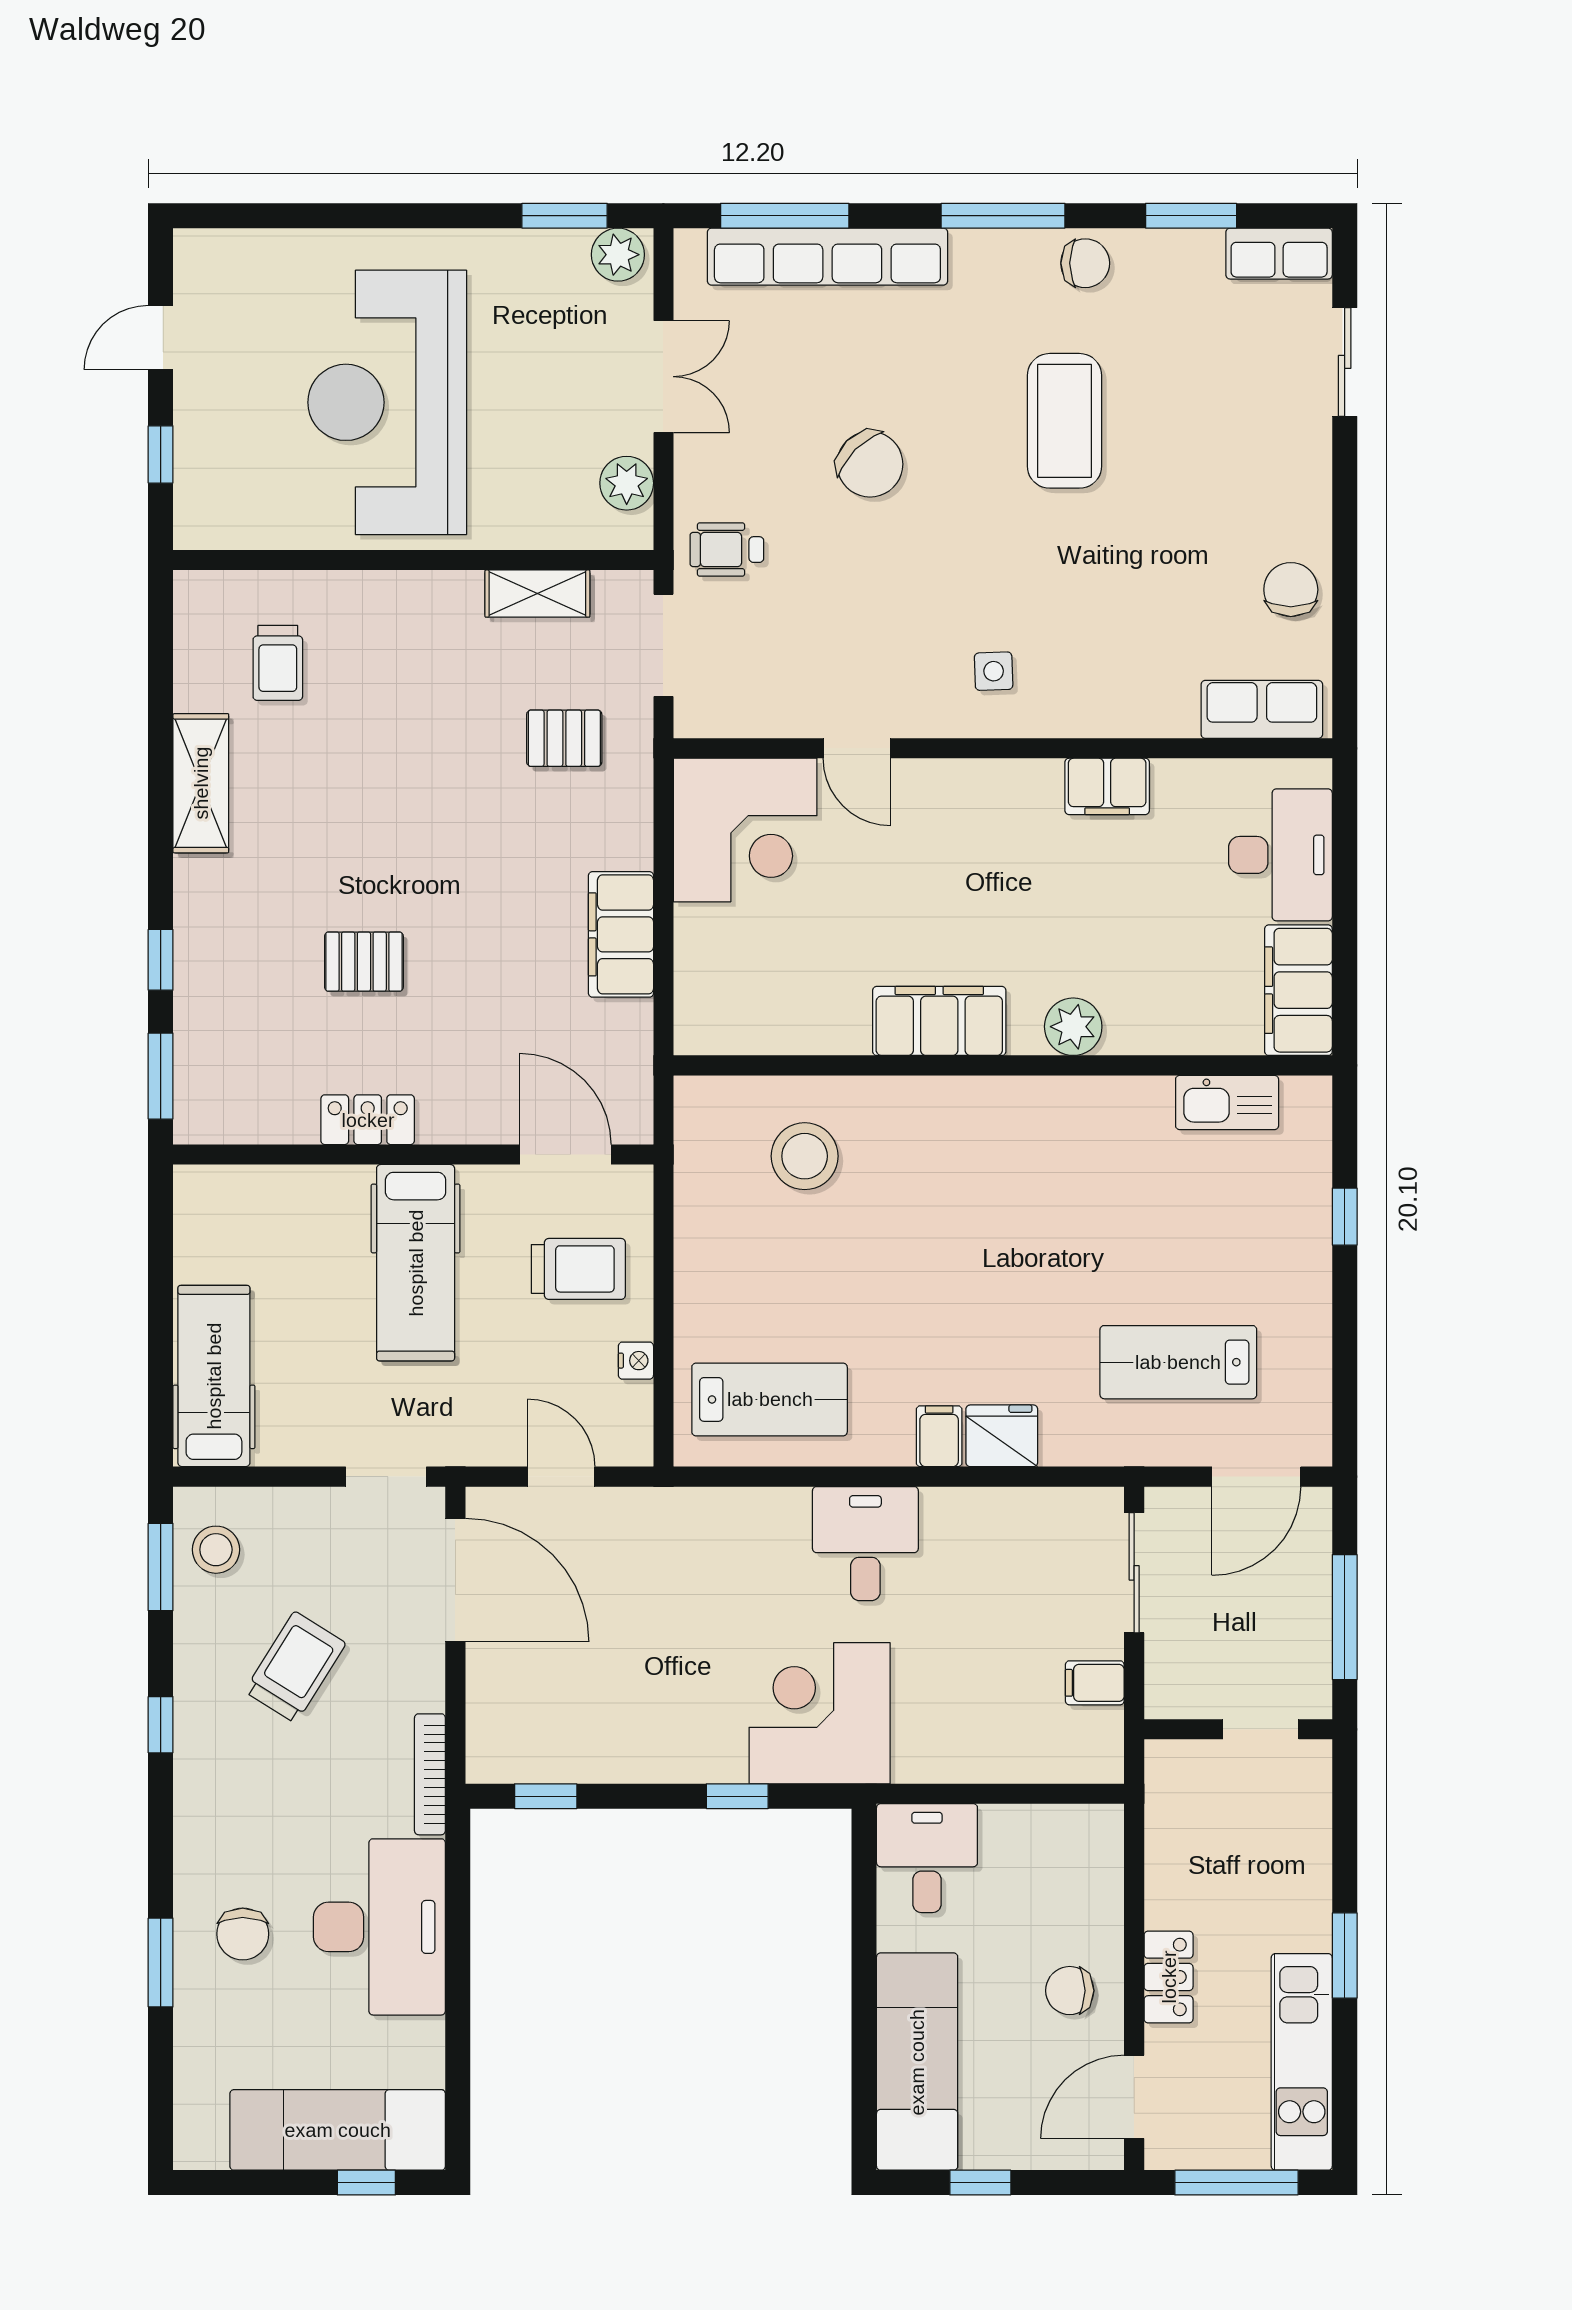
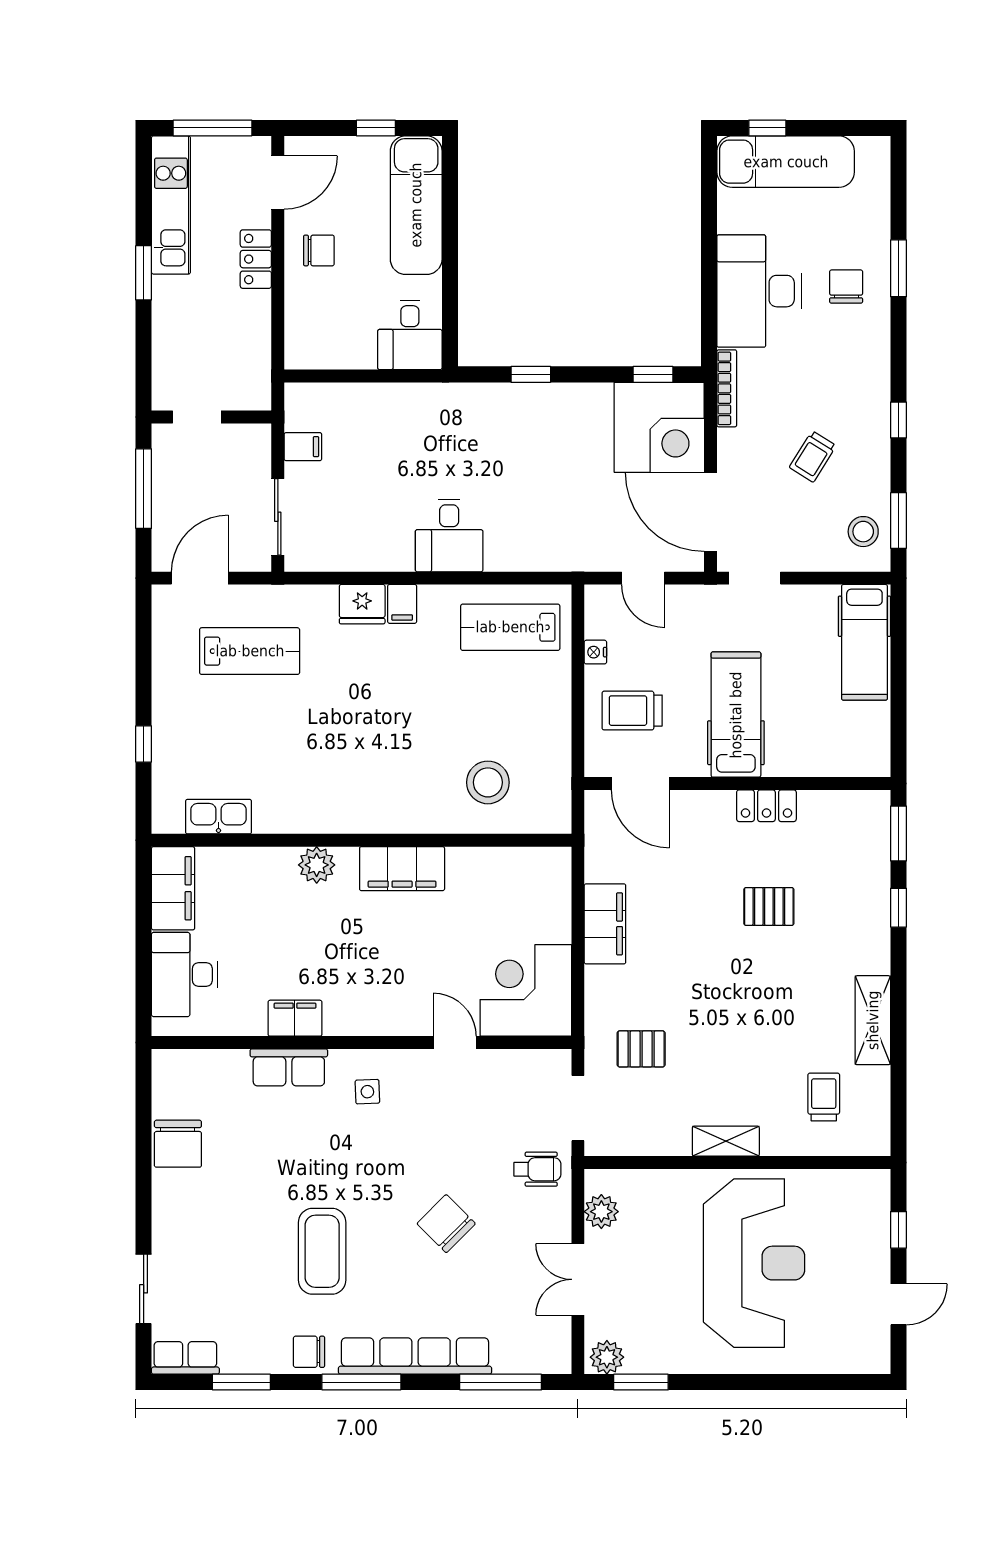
row of seats: (827, 257) -> (415, 1356), moved
chair: (1291, 590) -> (178, 1144), width x1.37, depth x1.37
shelving: (537, 594) -> (726, 1141), moved
row of seats: (1262, 709) -> (289, 1067), moved
trolley: (295, 1667) -> (813, 457), width x0.73, depth x0.72
corner desk: (820, 1713) -> (659, 427), moved

